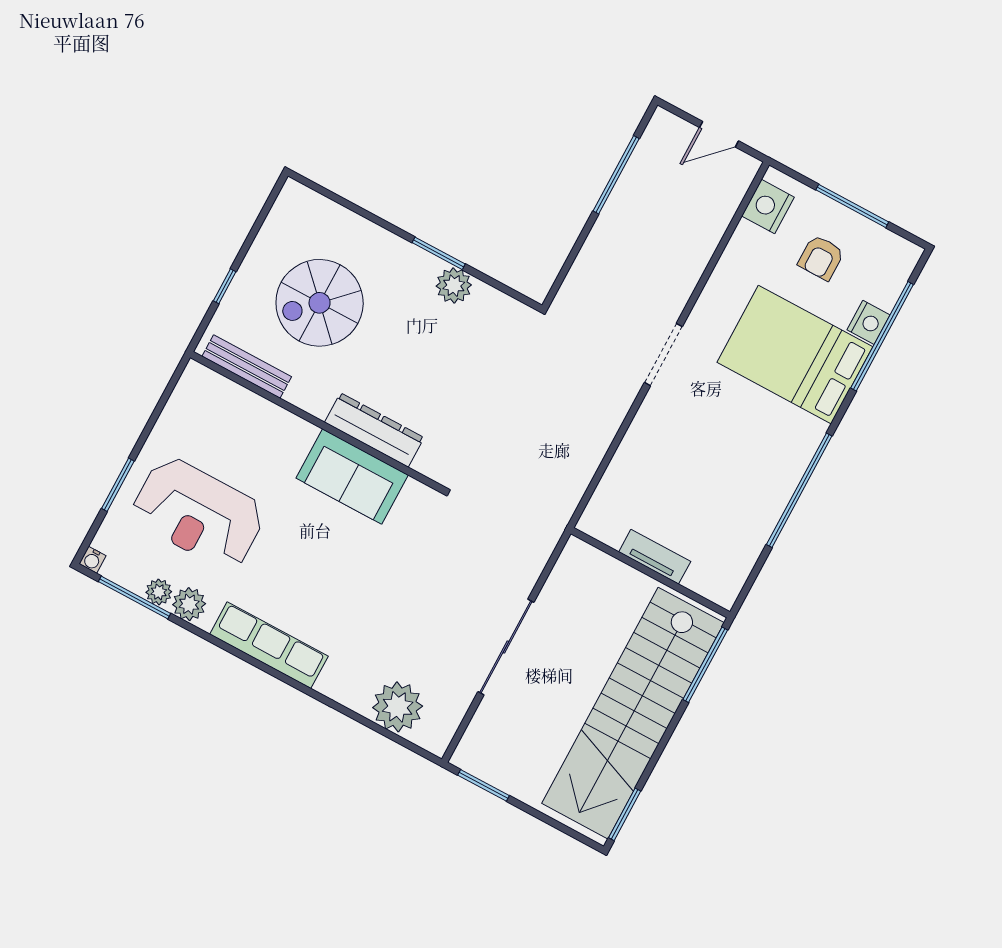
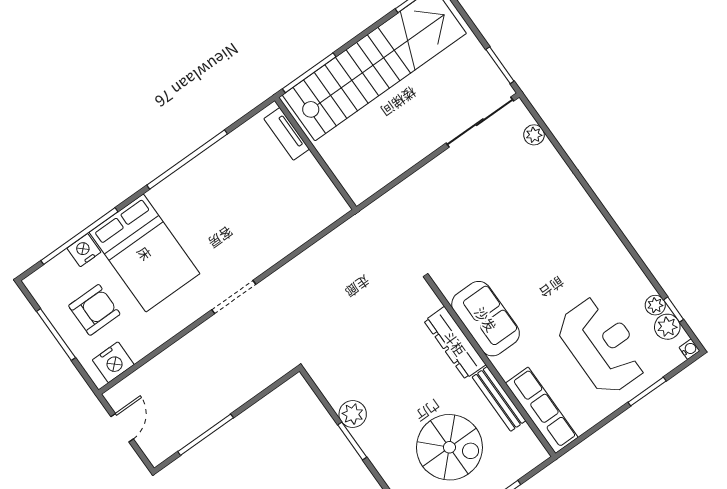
door: (719, 134) -> (122, 428), hinge flipped
armchair: (821, 258) -> (94, 310), width x1.38, depth x1.38
bench: (247, 366) -> (499, 399), moved
tv unit: (655, 557) -> (287, 134), moved
window: (135, 597) -> (674, 310), width x0.46
plant: (189, 604) -> (667, 327), moved
row of seats: (269, 645) -> (542, 410), moved, turned 180
sliding door: (506, 647) -> (480, 122), moved
plant: (398, 707) -> (534, 135), width x0.53, depth x0.53

